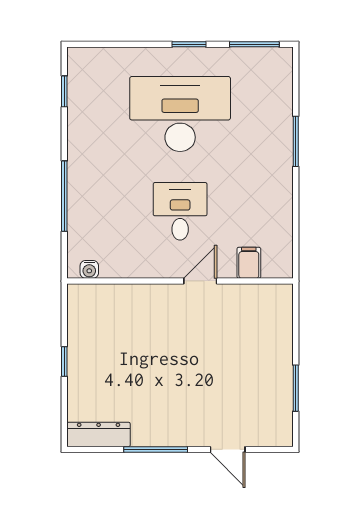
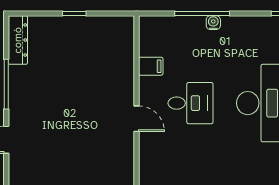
filing cabinet: (249, 263) -> (151, 66), moved
water cooler: (89, 269) -> (213, 23), moved, turned 90

